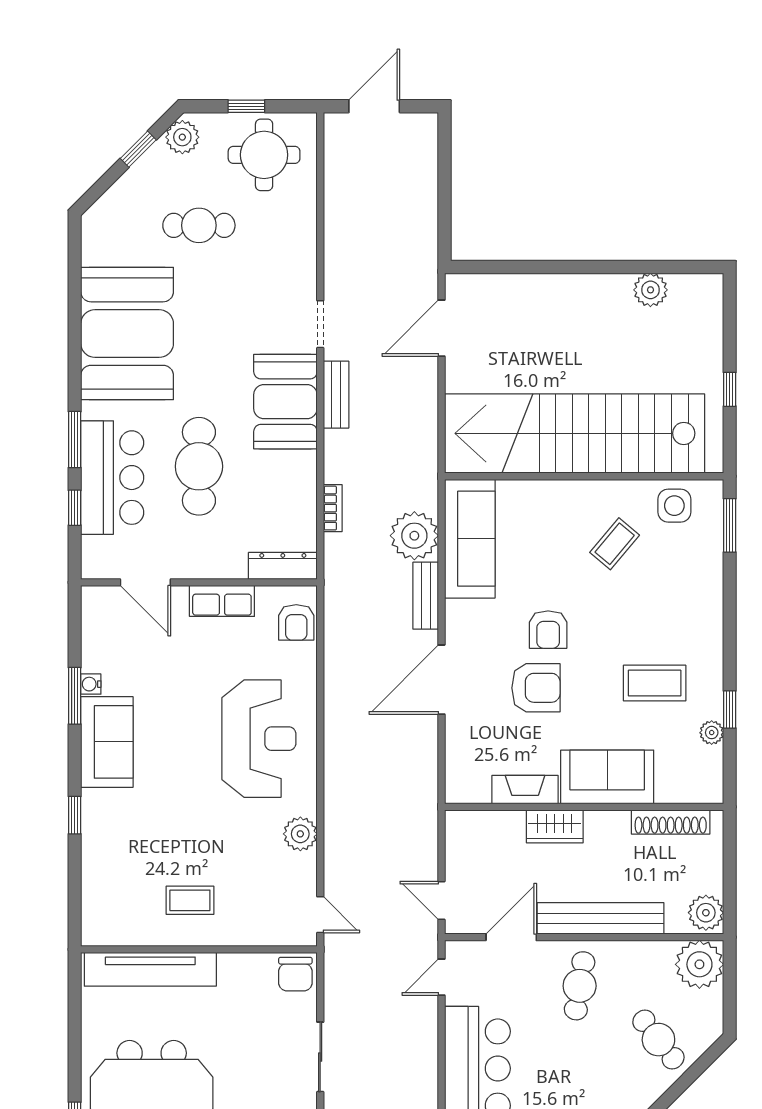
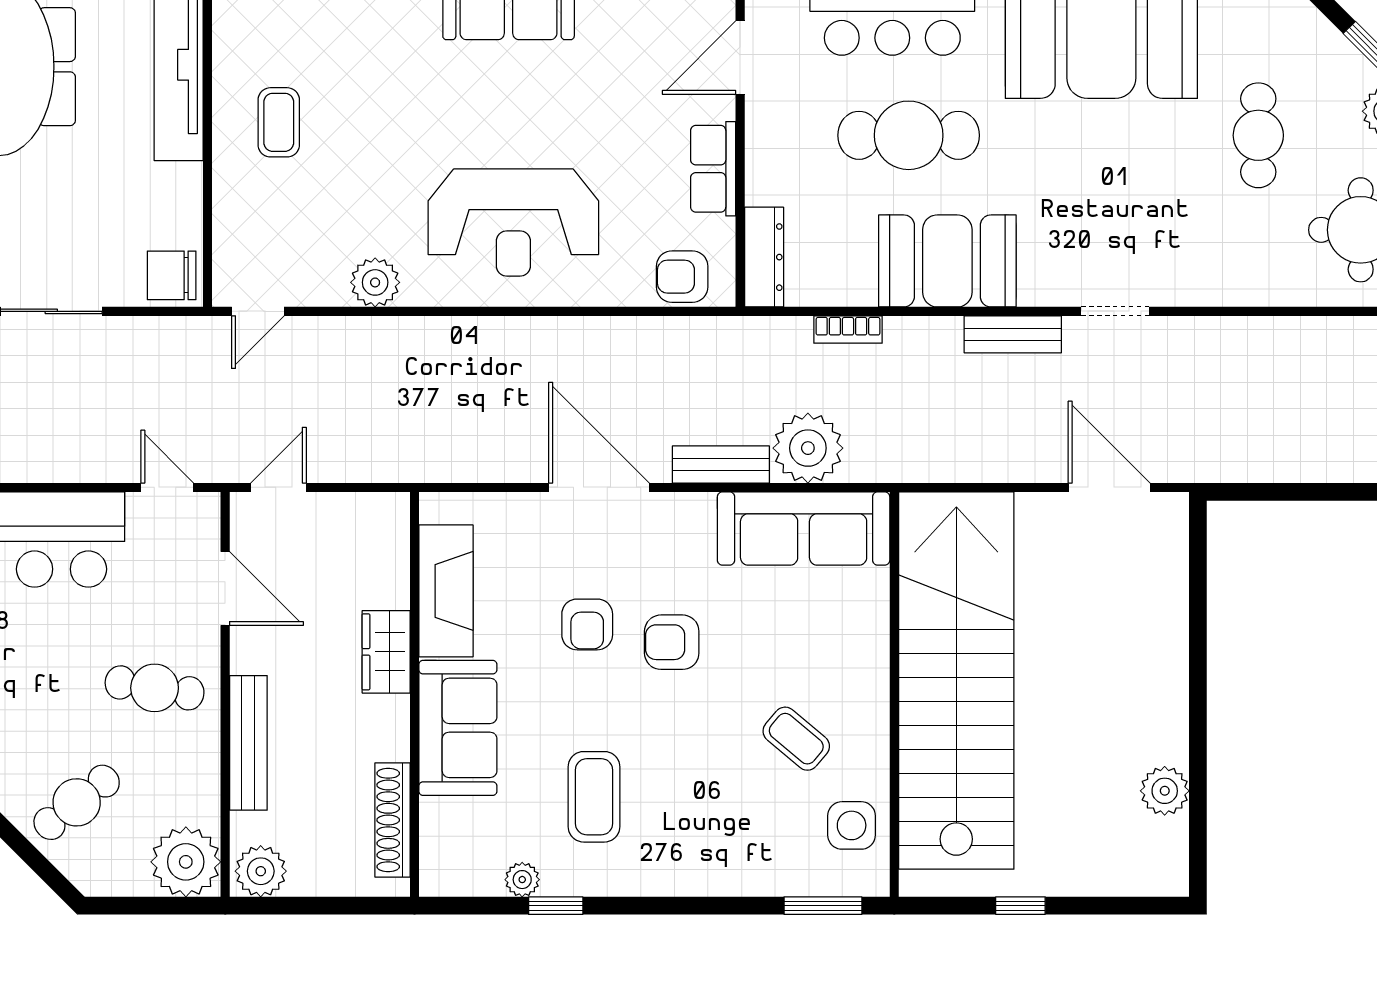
booth: (285, 402) -> (947, 261), moved
armchair: (536, 688) -> (587, 624), width x0.72, depth x0.72
fireplace: (525, 790) -> (446, 591), width x1.37, depth x1.32
bench: (601, 918) -> (248, 743), width x0.73, depth x0.82

